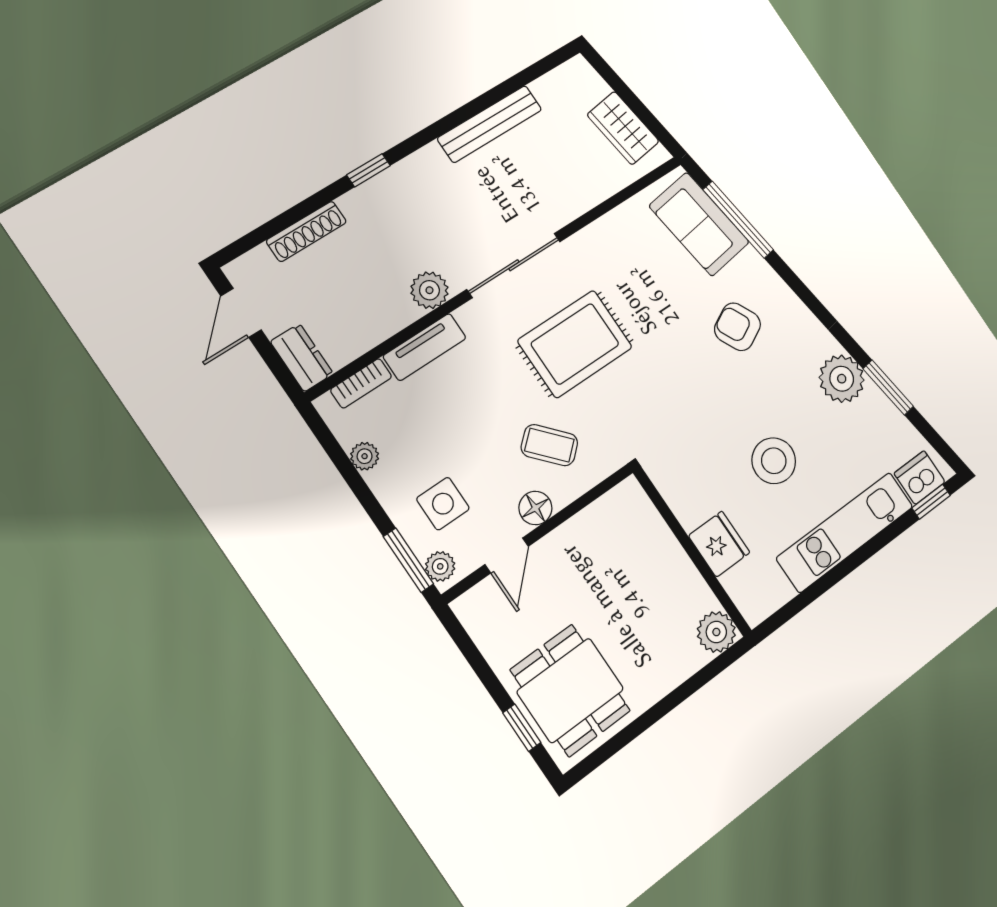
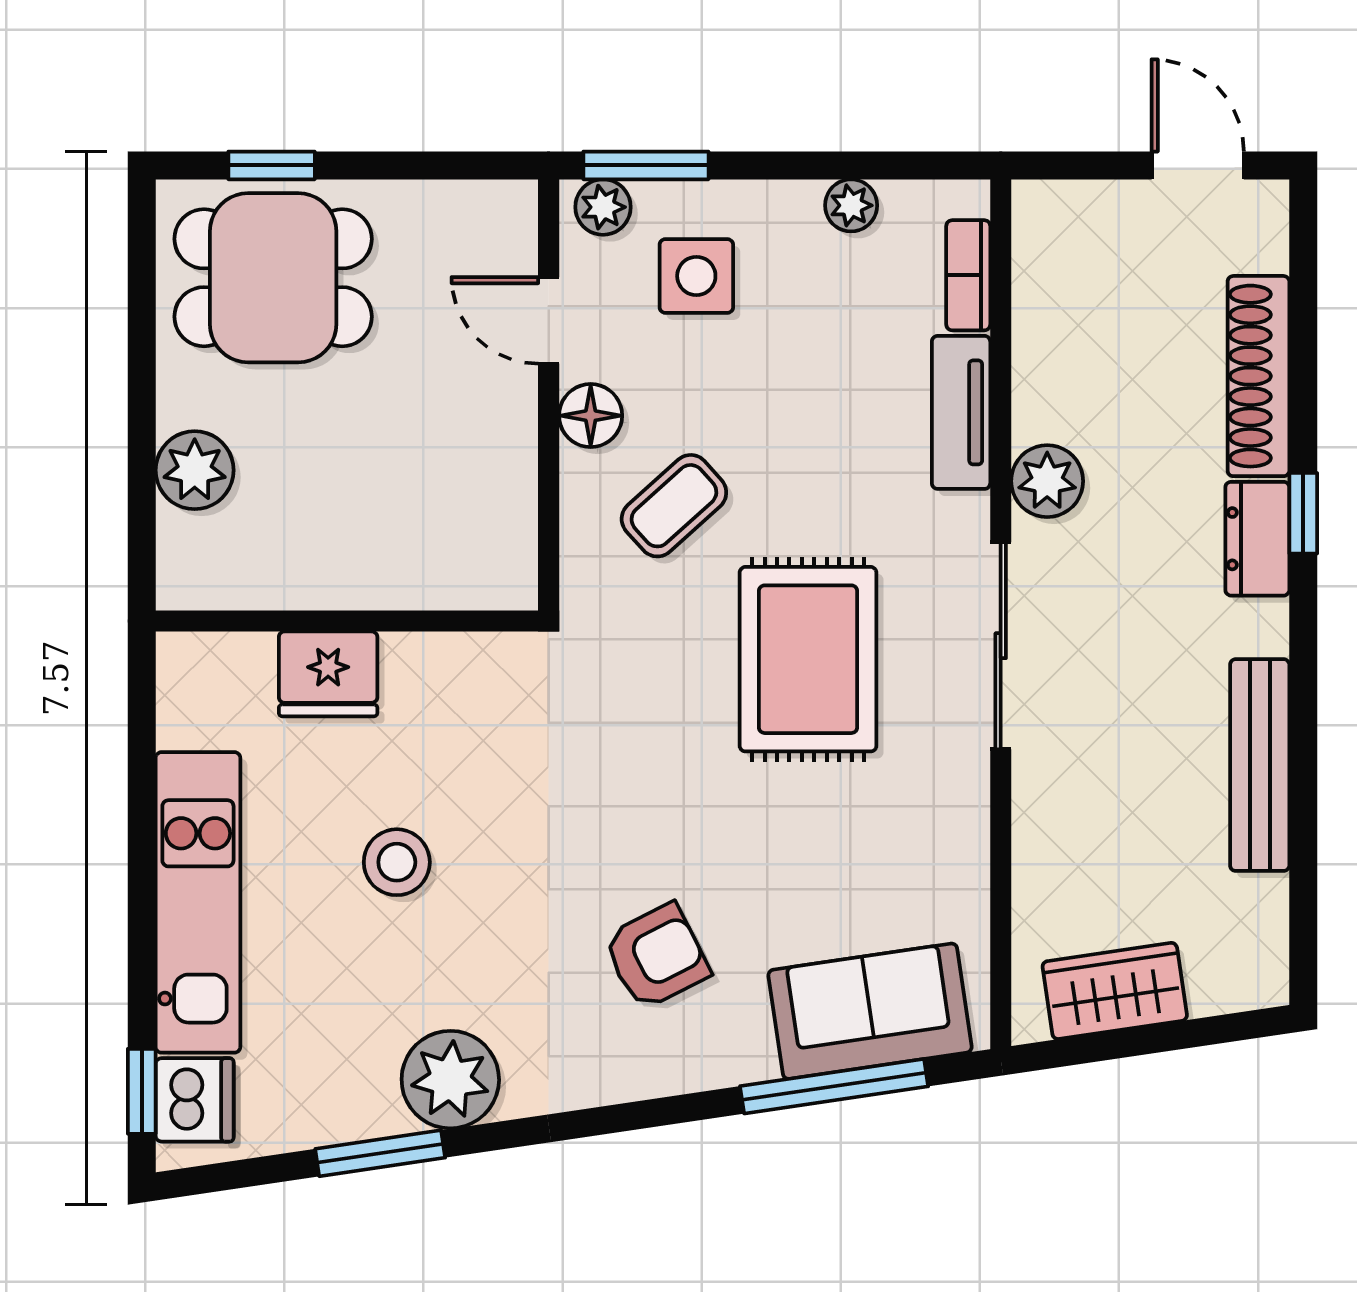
shoe rack: (306, 231) -> (1258, 376), width x1.36, depth x1.24
dresser: (302, 358) -> (1257, 539), moved, turned 90
stool: (774, 461) -> (397, 862), width x0.73, depth x0.73
plant: (716, 632) -> (195, 470), moved

